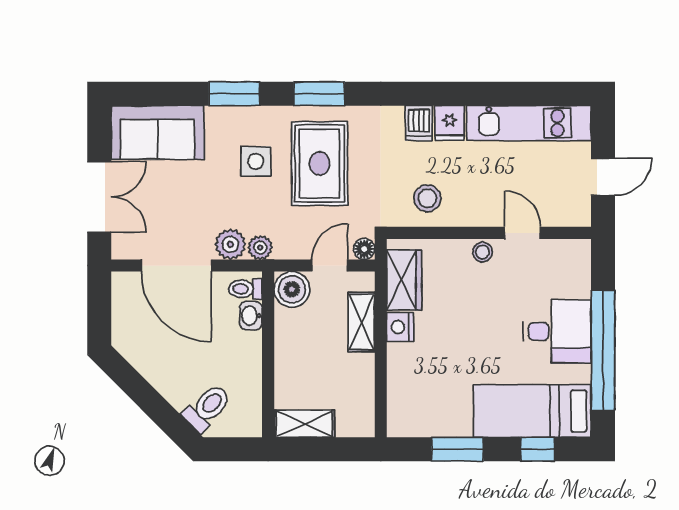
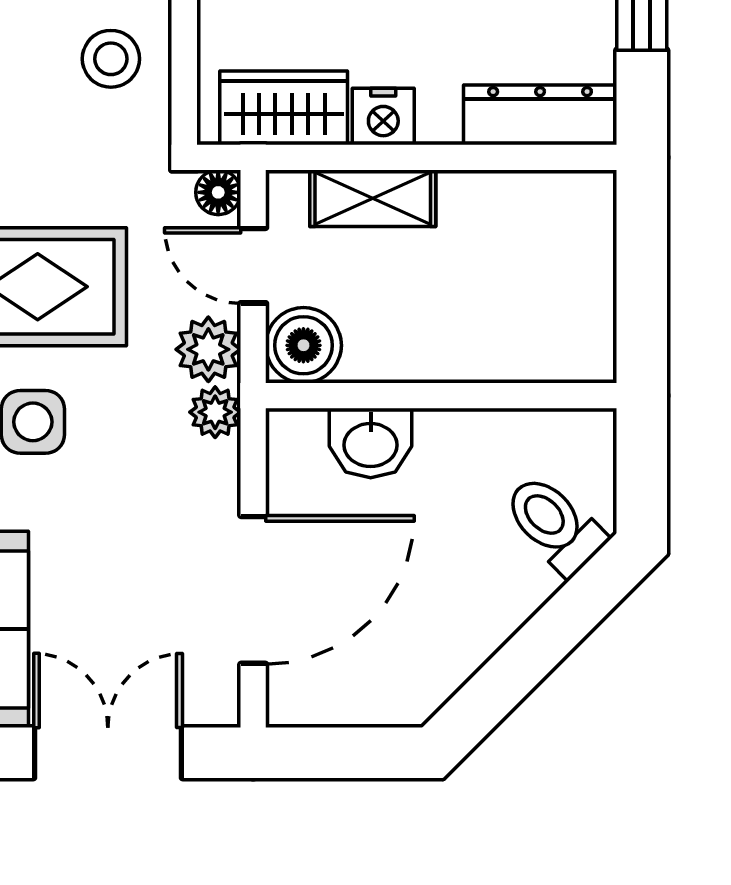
plant: (231, 244) -> (208, 349), moved
toilet: (245, 289) -> (303, 444), removed
washbasin: (251, 316) -> (371, 443), width x1.38, depth x1.45
dresser: (401, 401) -> (540, 115), added
shelving: (304, 424) -> (588, 319), removed

